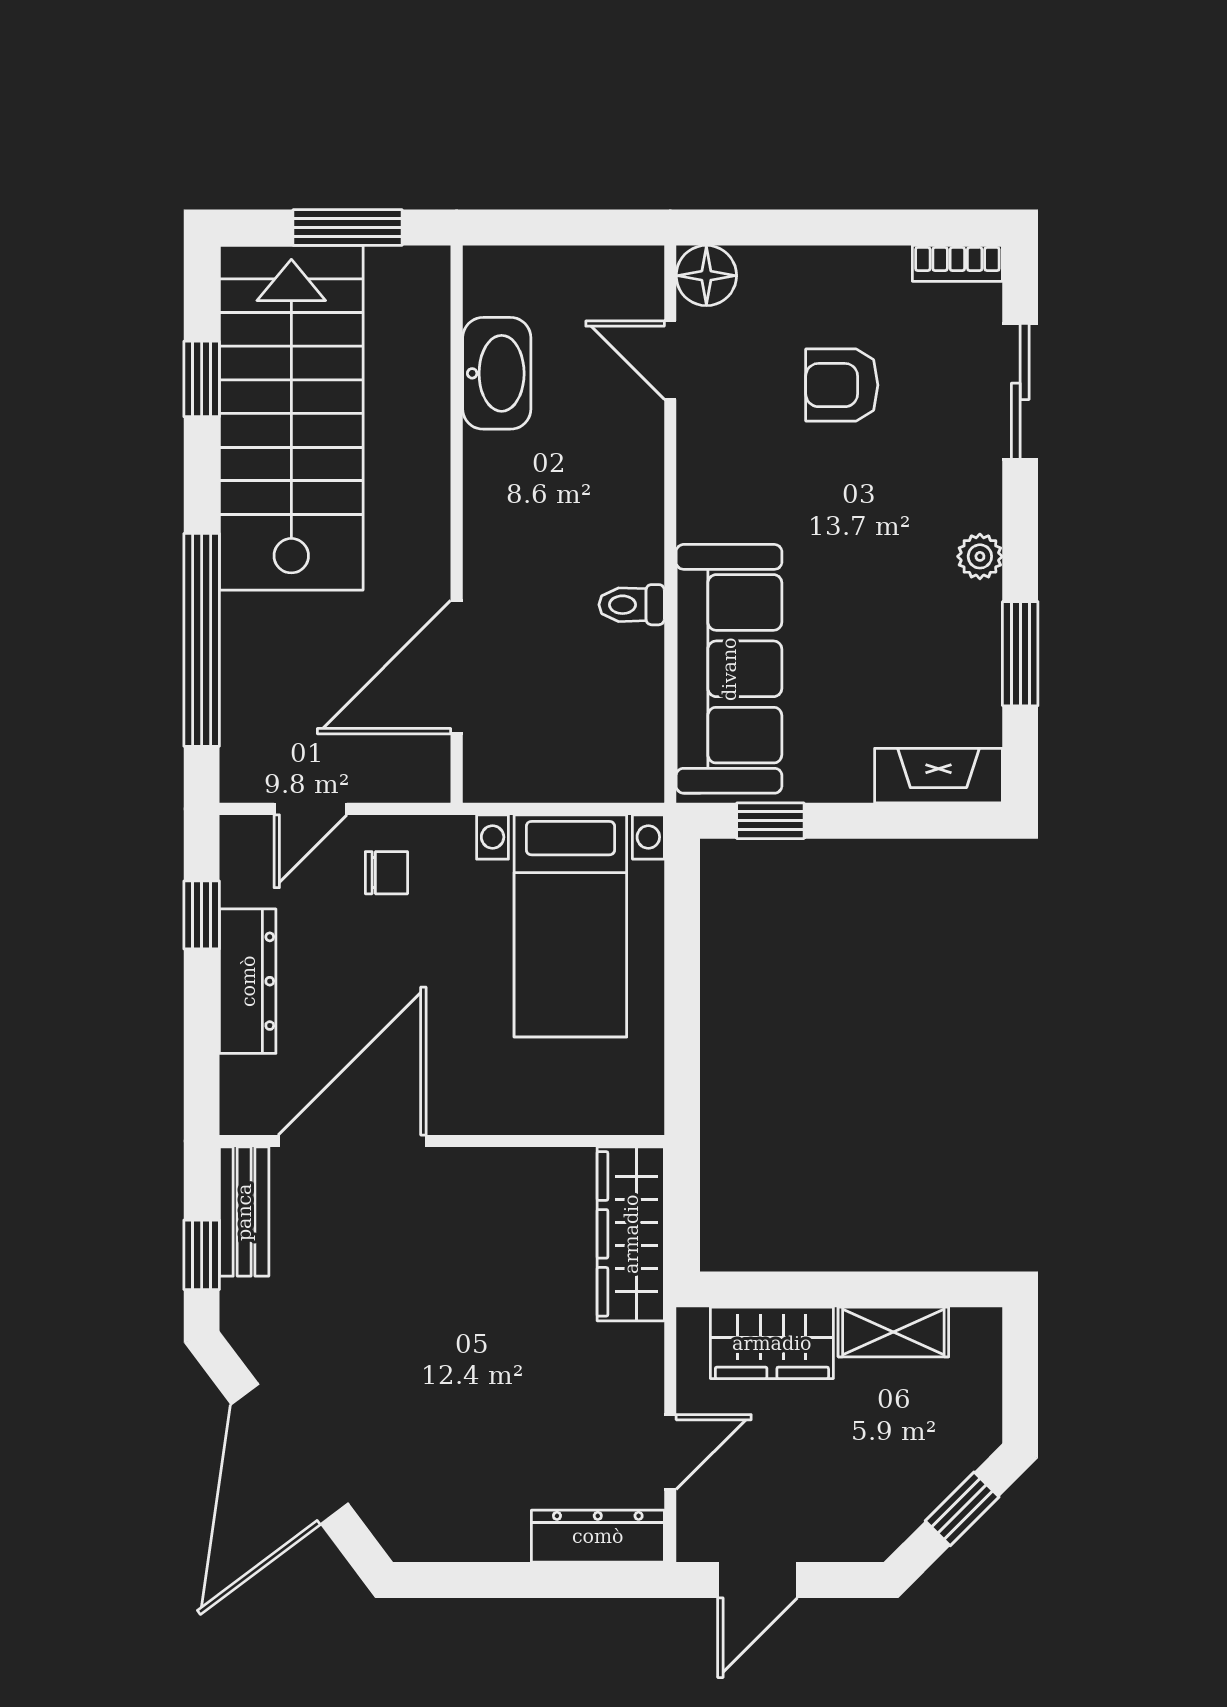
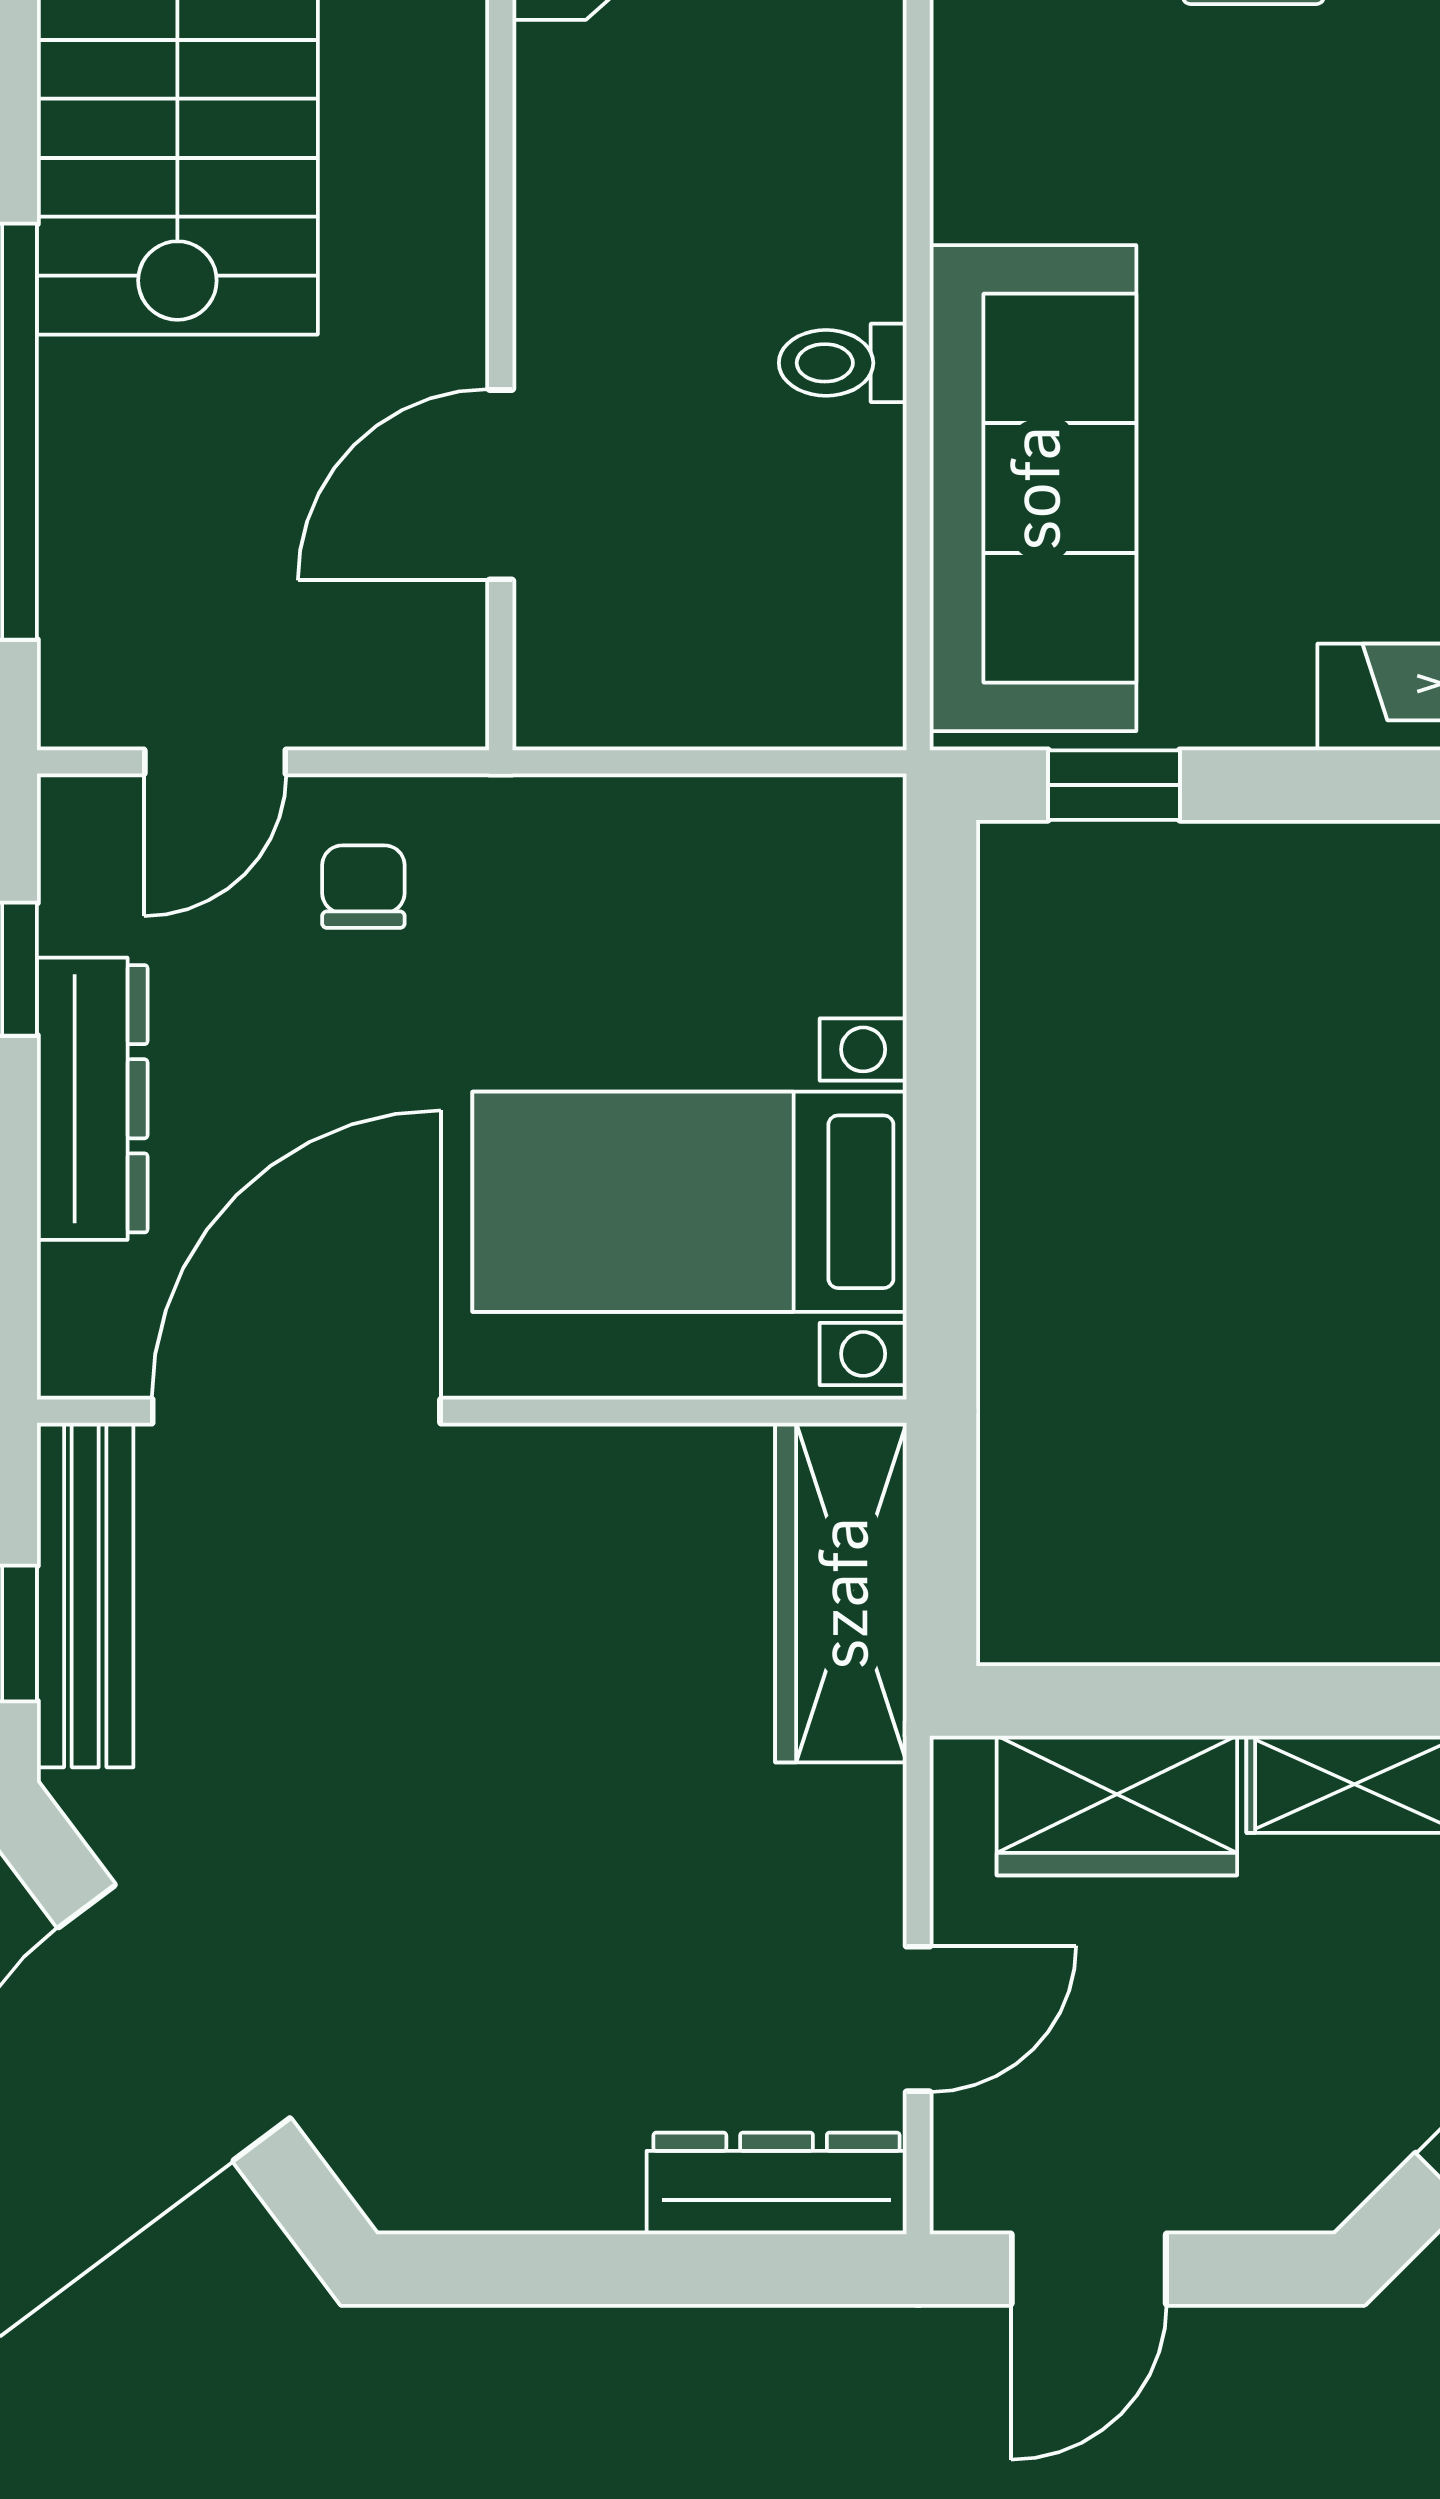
door: (457, 667) -> (501, 485), width x0.73
chair: (386, 873) -> (363, 887), turned -90
bed with nightstands: (570, 926) -> (689, 1202), moved, turned 90
bench: (244, 1212) -> (85, 1595), width x1.36

